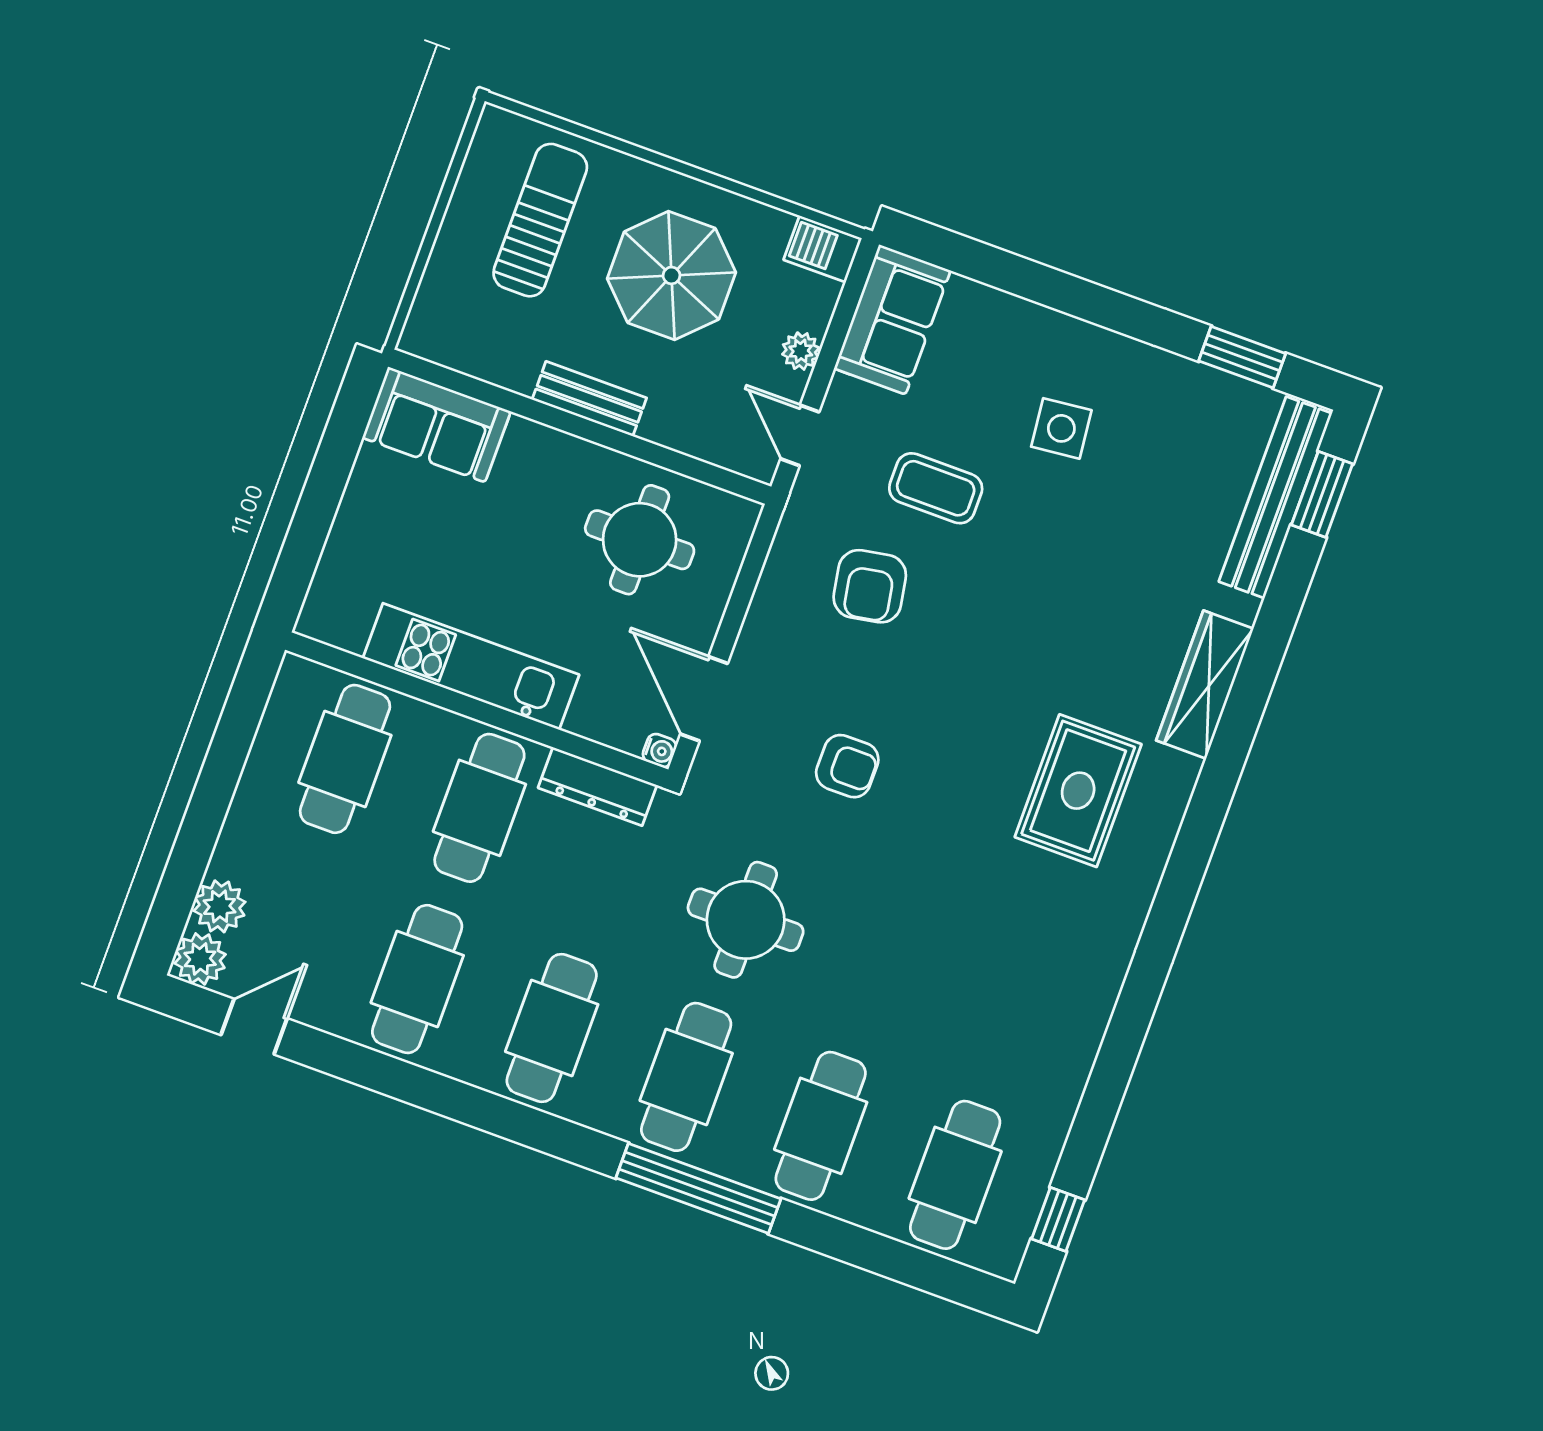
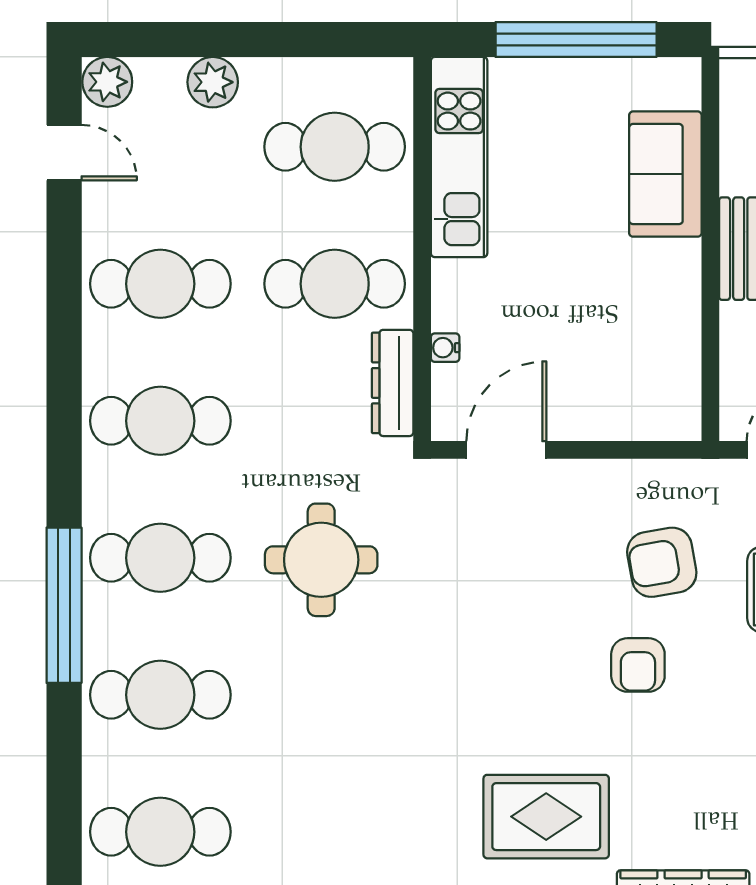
sofa: (436, 425) -> (665, 174), moved
window: (326, 484) -> (576, 40), added
round table: (640, 540) -> (628, 340), removed
kitchen unit: (471, 666) -> (459, 157), moved
water cooler: (660, 751) -> (445, 348), moved, turned 90
armchair: (847, 766) -> (638, 665), moved
plant: (220, 906) -> (213, 82), moved

